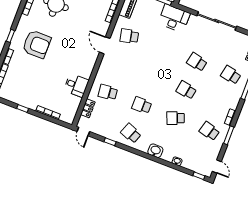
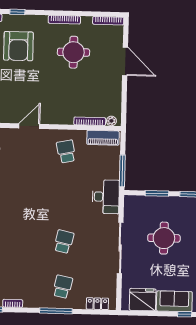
door: (105, 45) -> (29, 126), moved
school desk: (186, 90) -> (26, 241), removed

